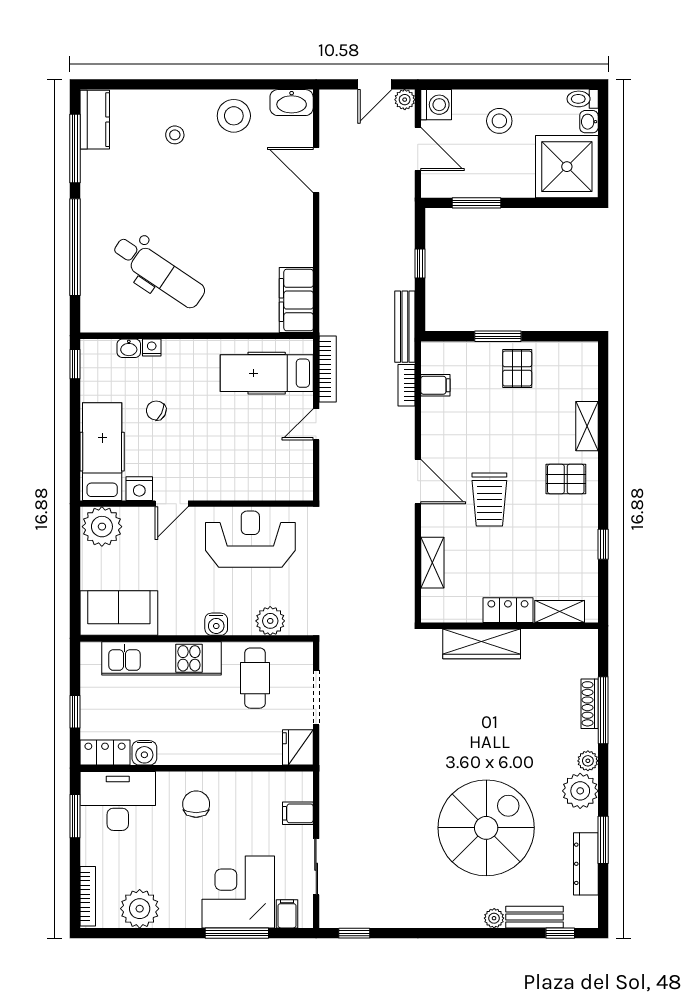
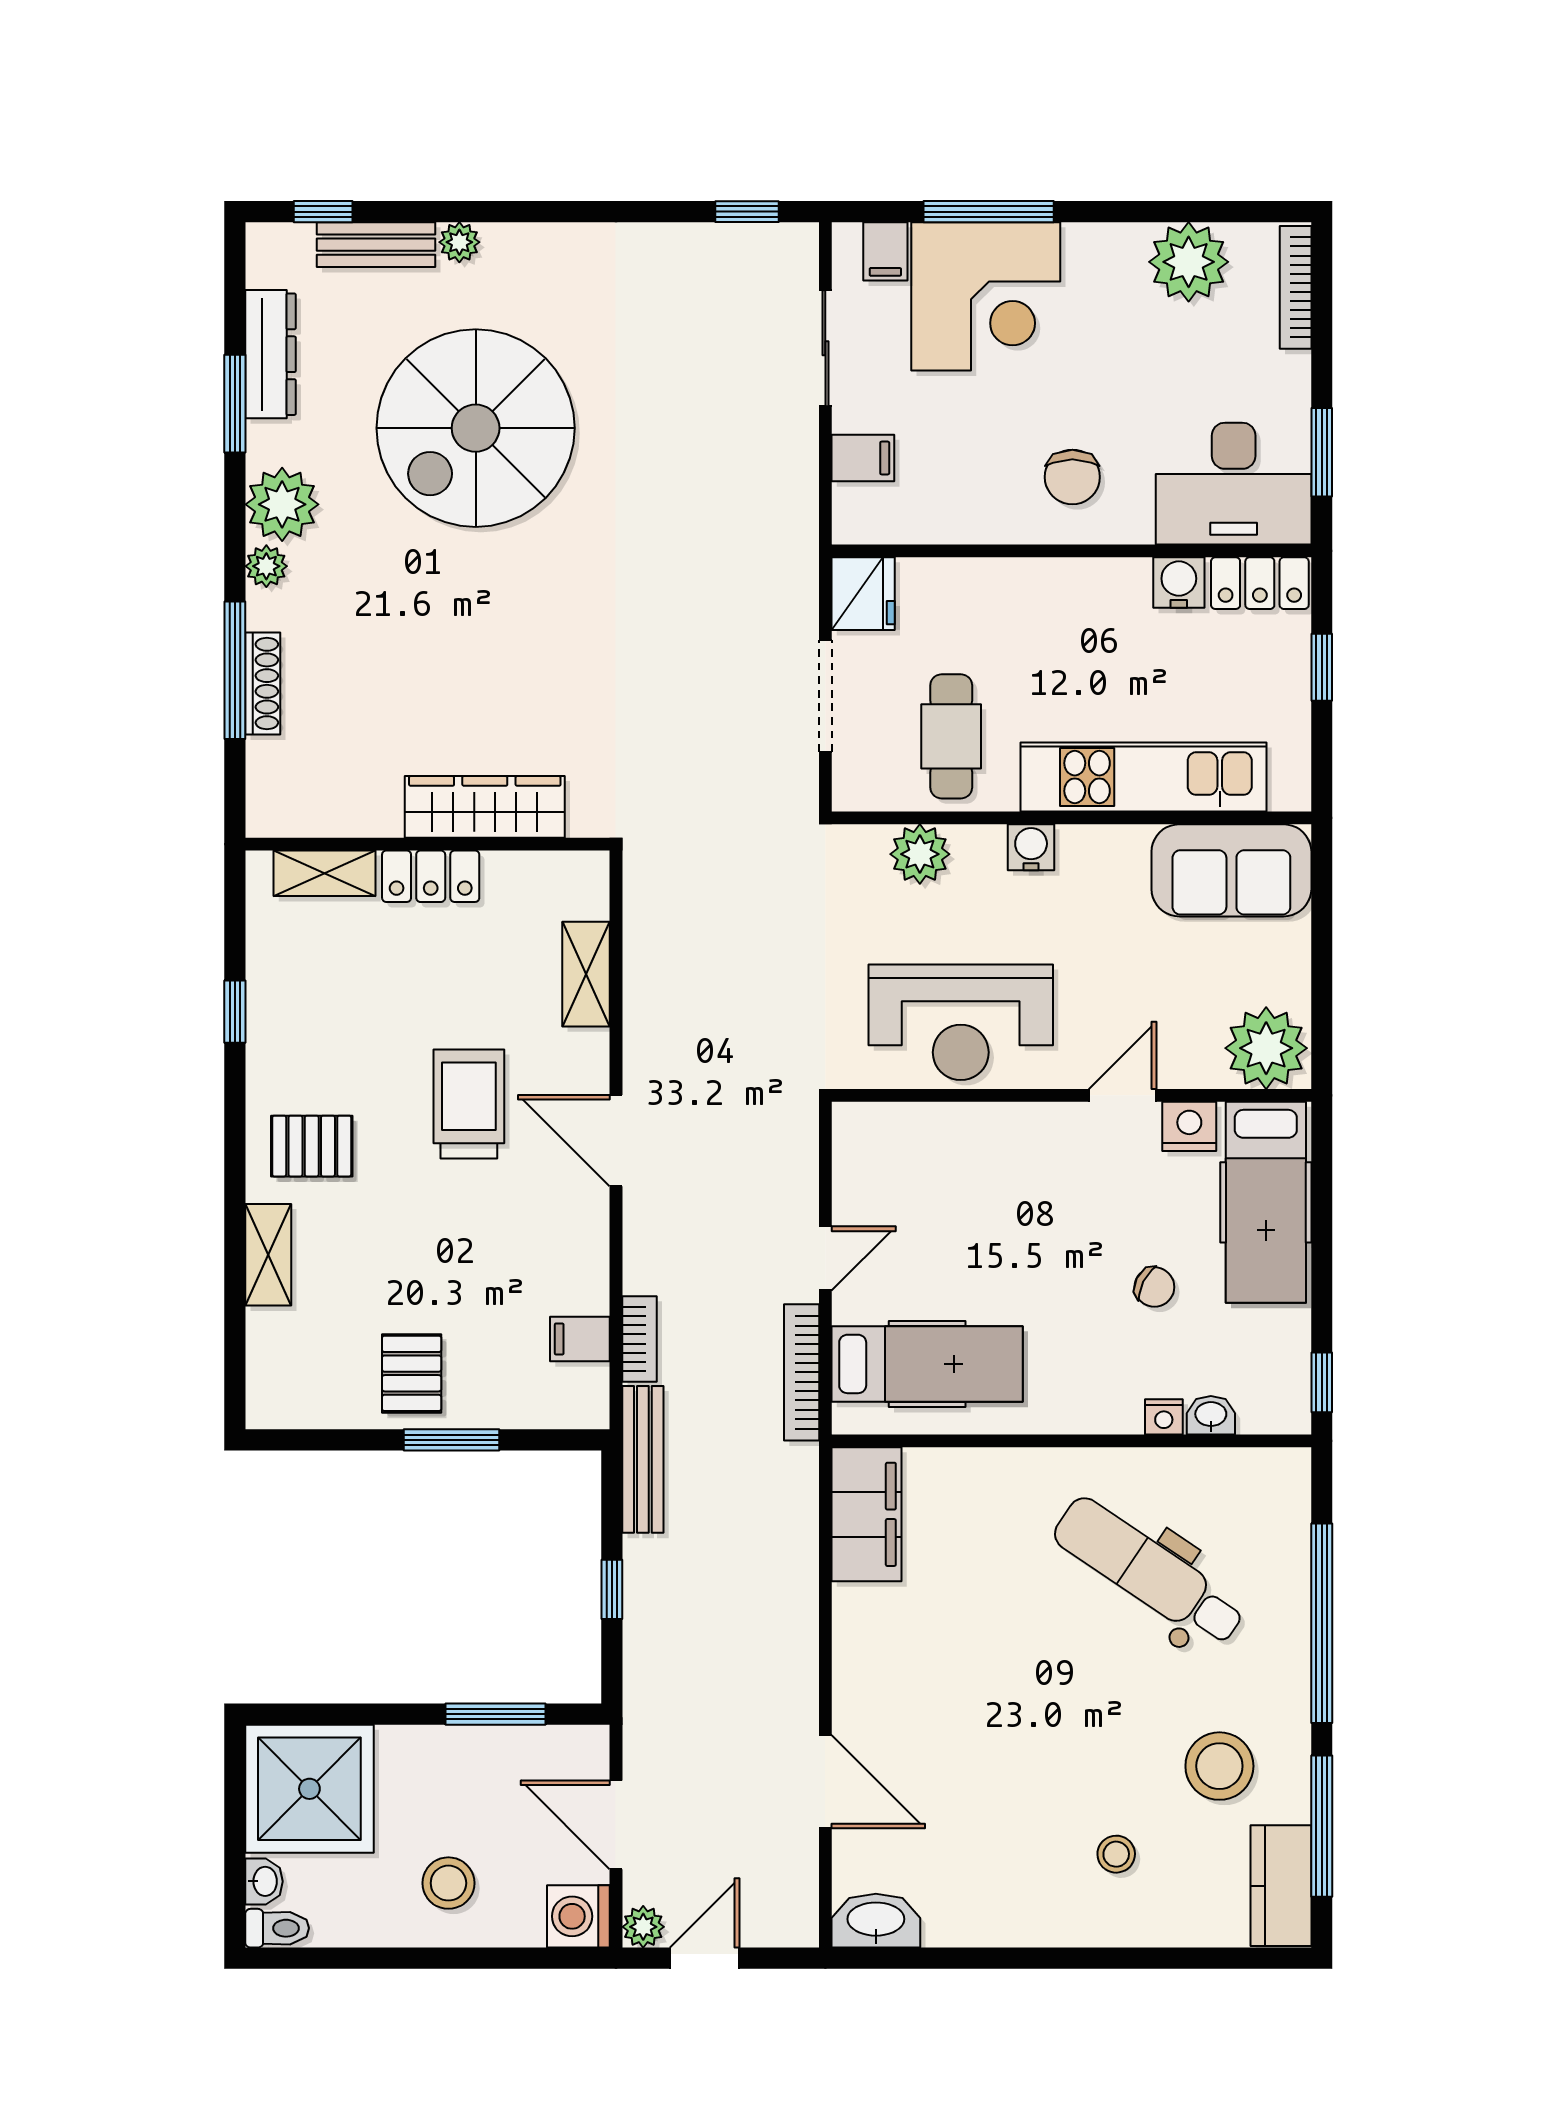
stool: (234, 116) -> (1219, 1766), moved

